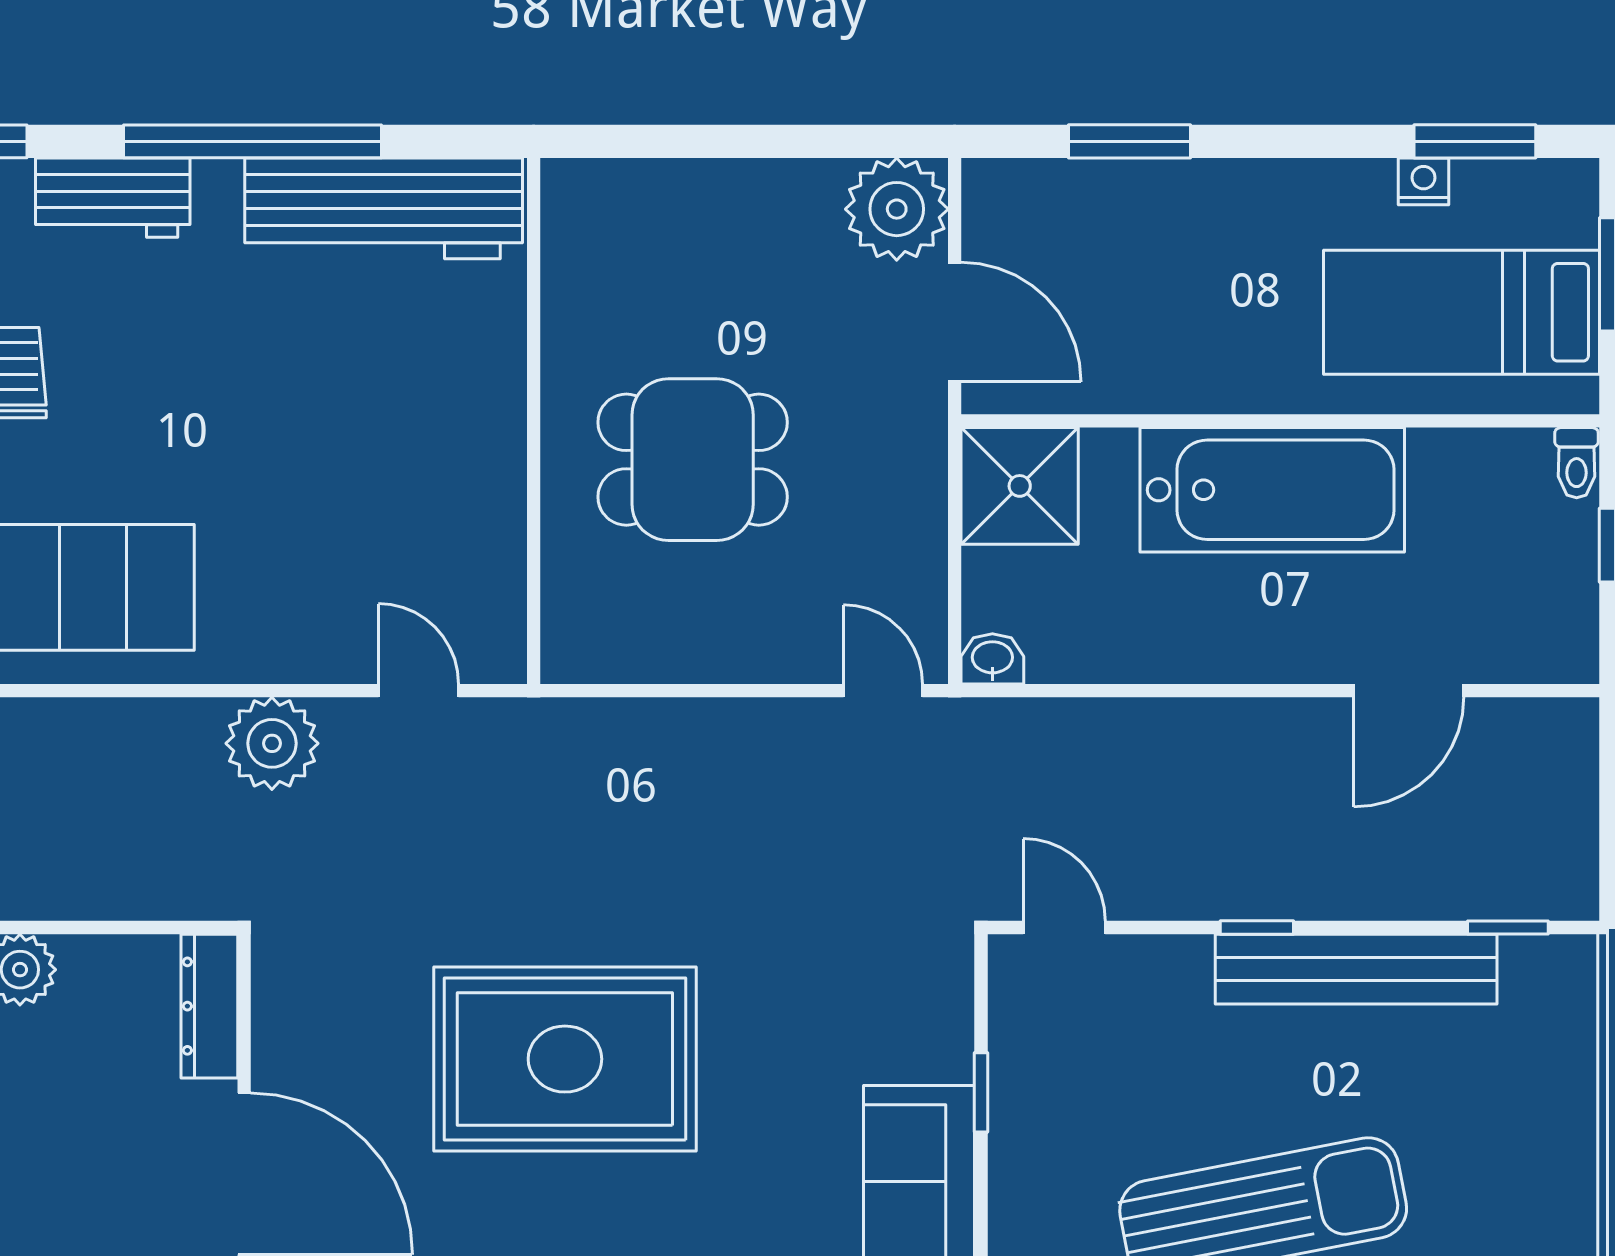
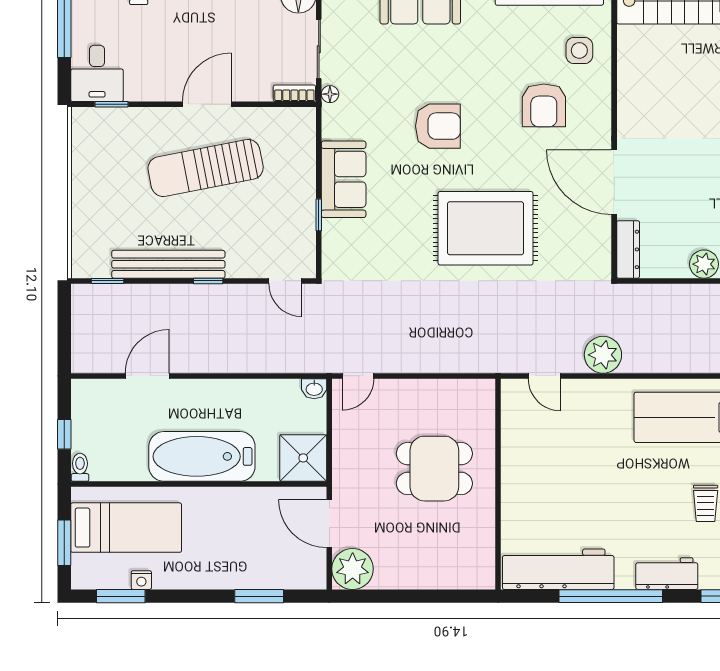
door: (883, 691) -> (358, 376), hinge flipped

